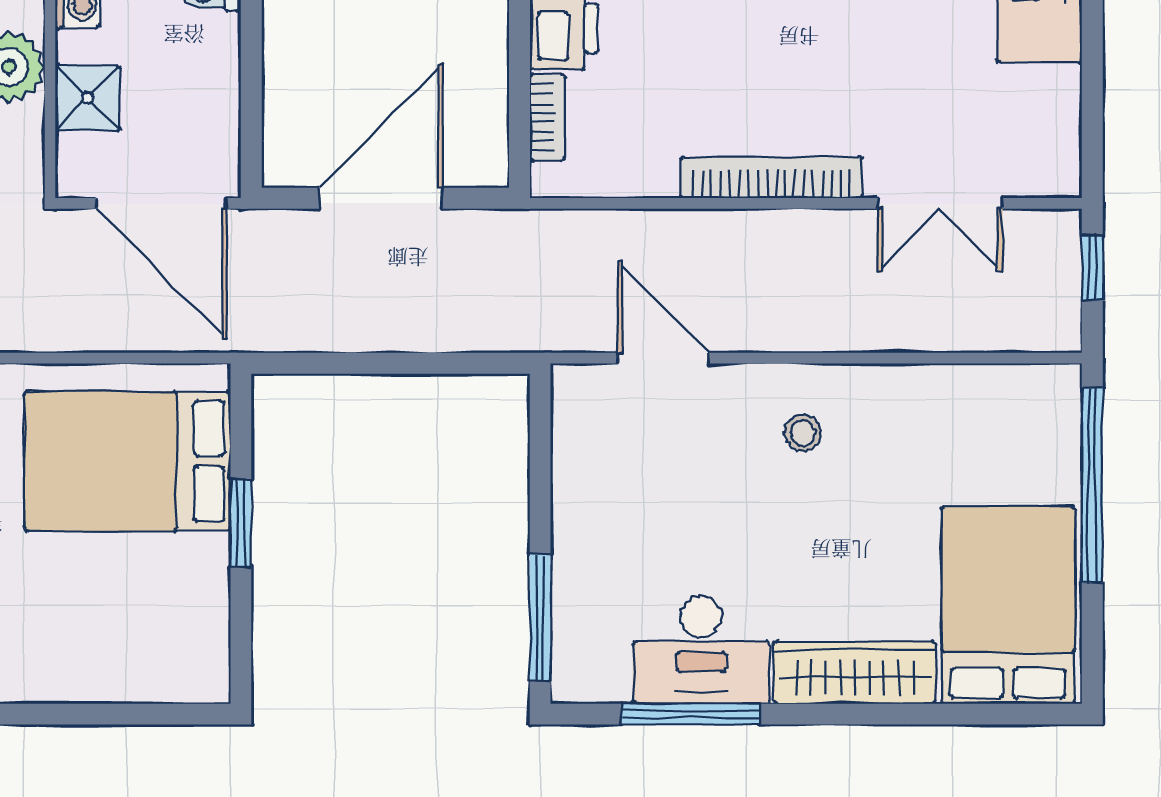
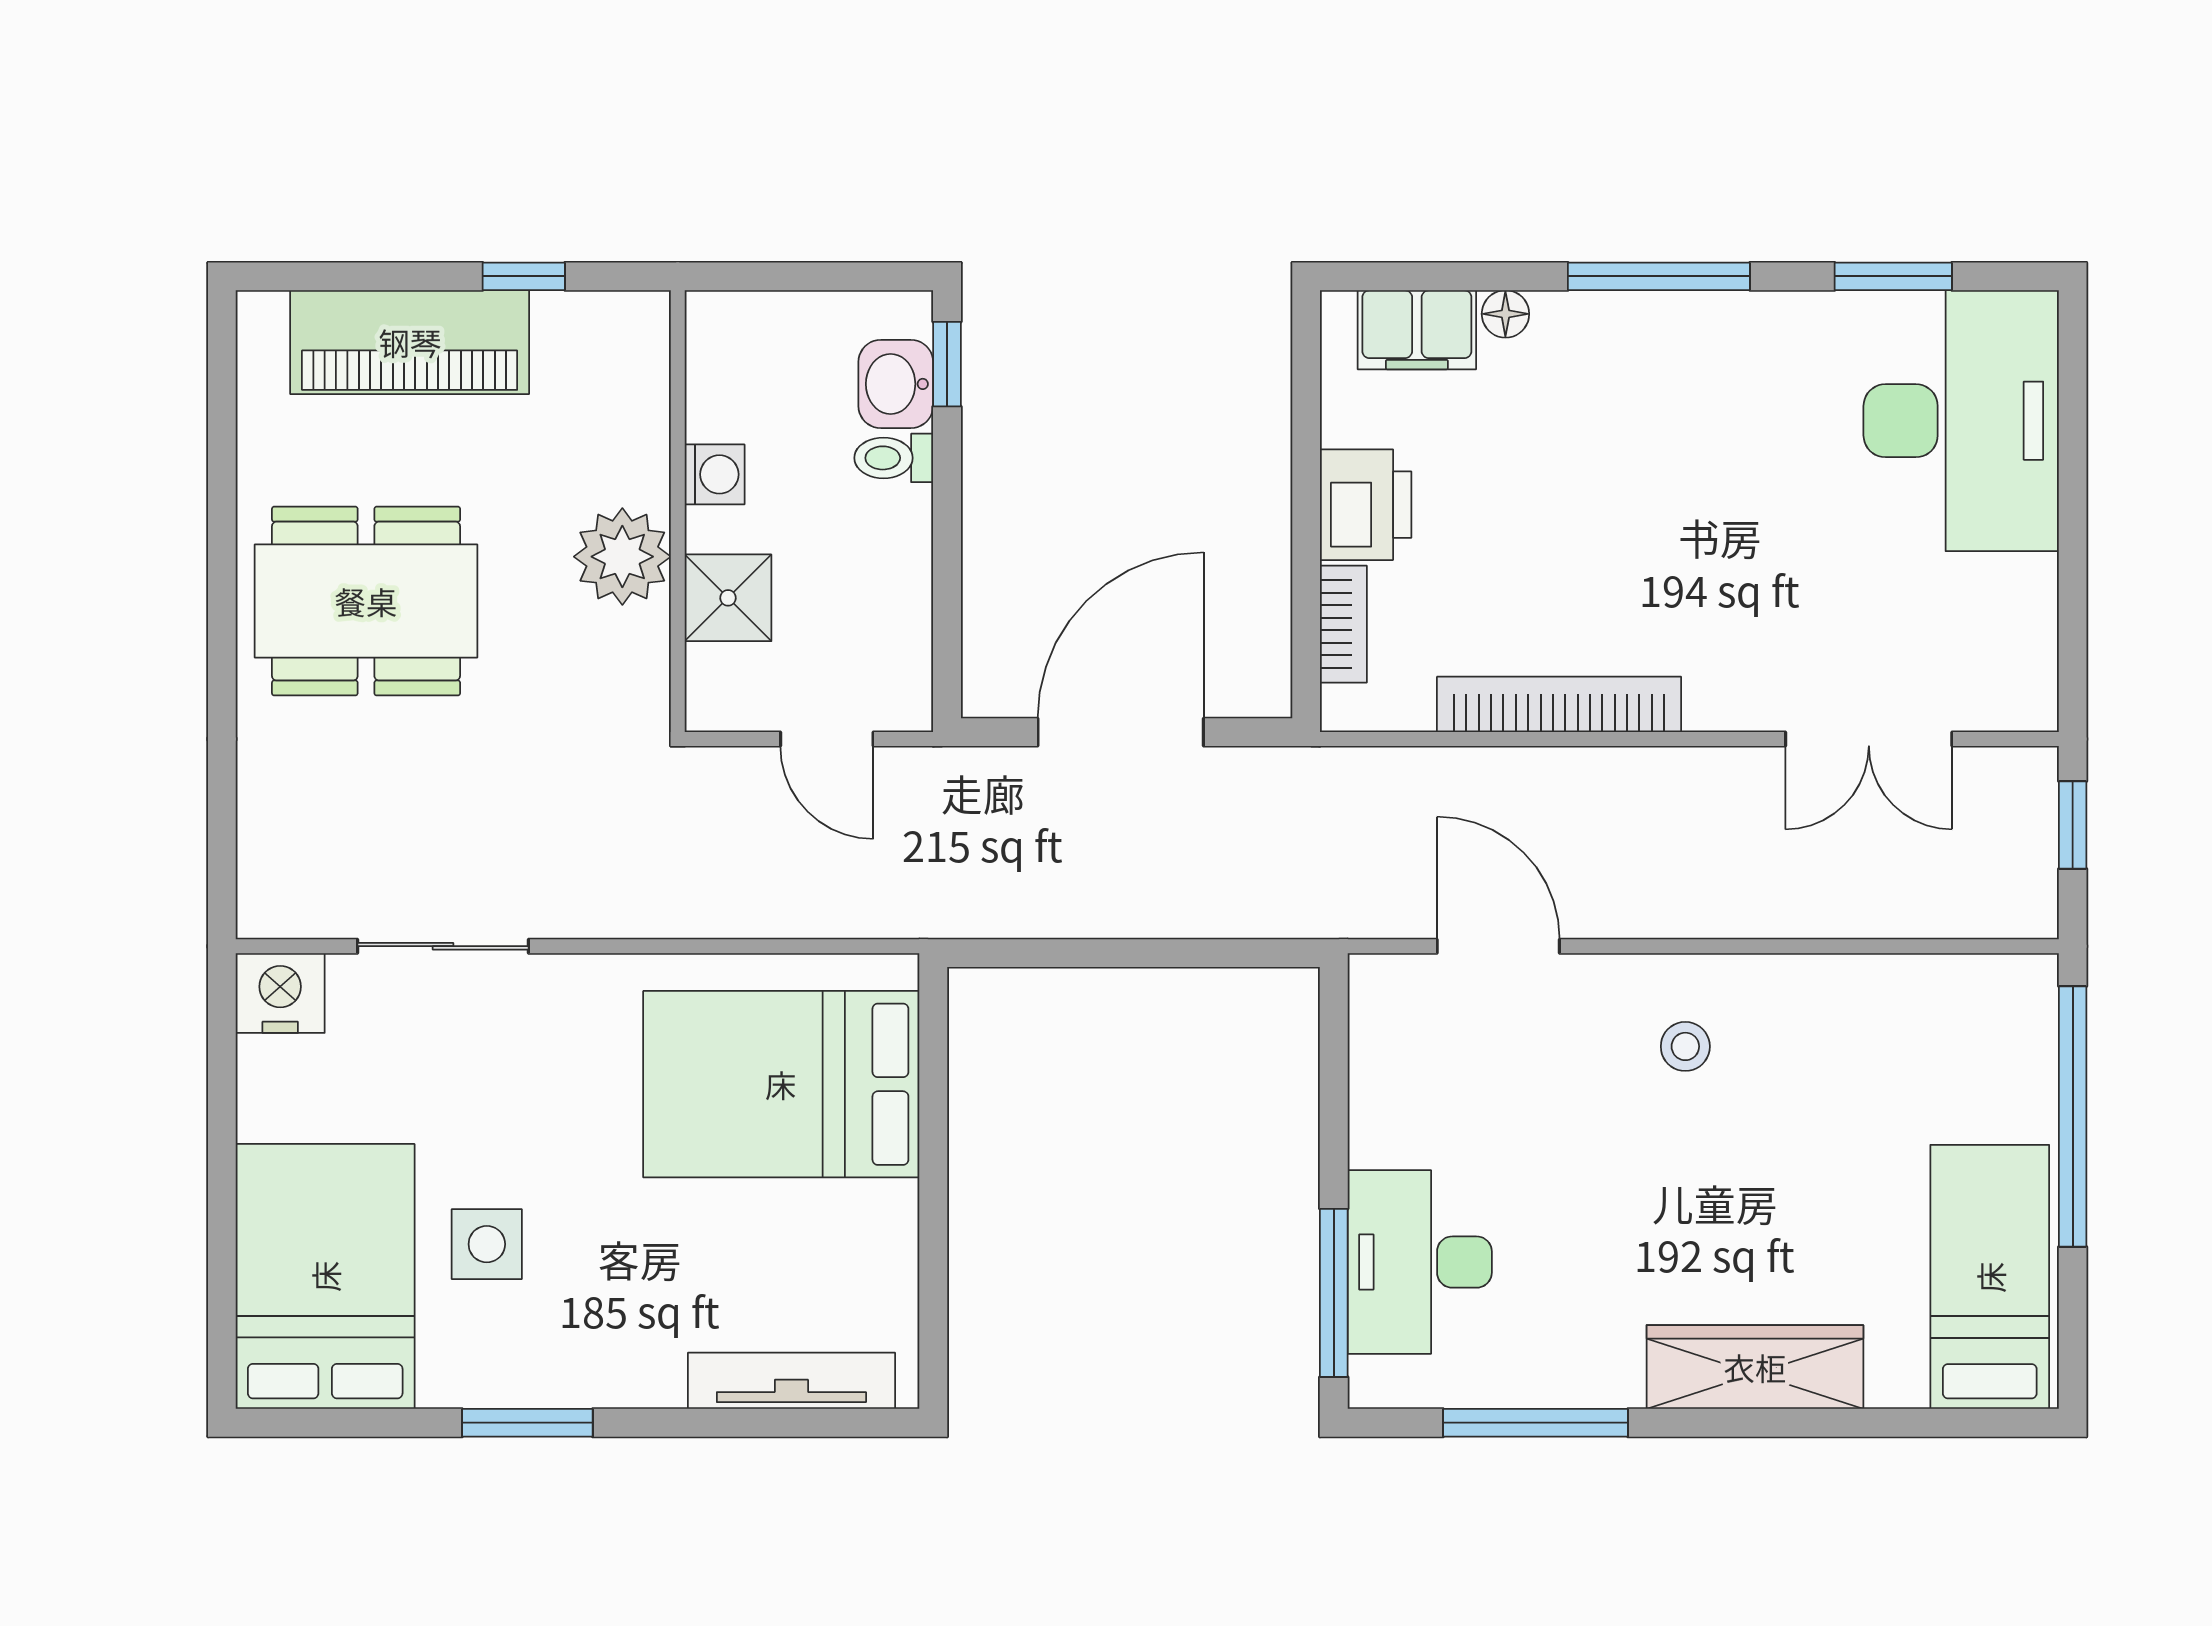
bookcase: (771, 177) -> (1559, 704), moved
door: (161, 203) -> (827, 739), width x0.53
window: (241, 523) -> (933, 1167), removed
bed: (1008, 605) -> (1990, 1277), width x0.67
desk: (701, 650) -> (1420, 1262), moved, turned 90
tv unit: (135, 683) -> (791, 1381), added

